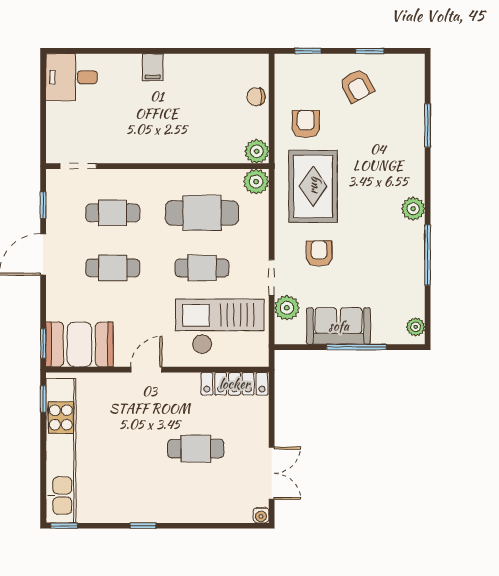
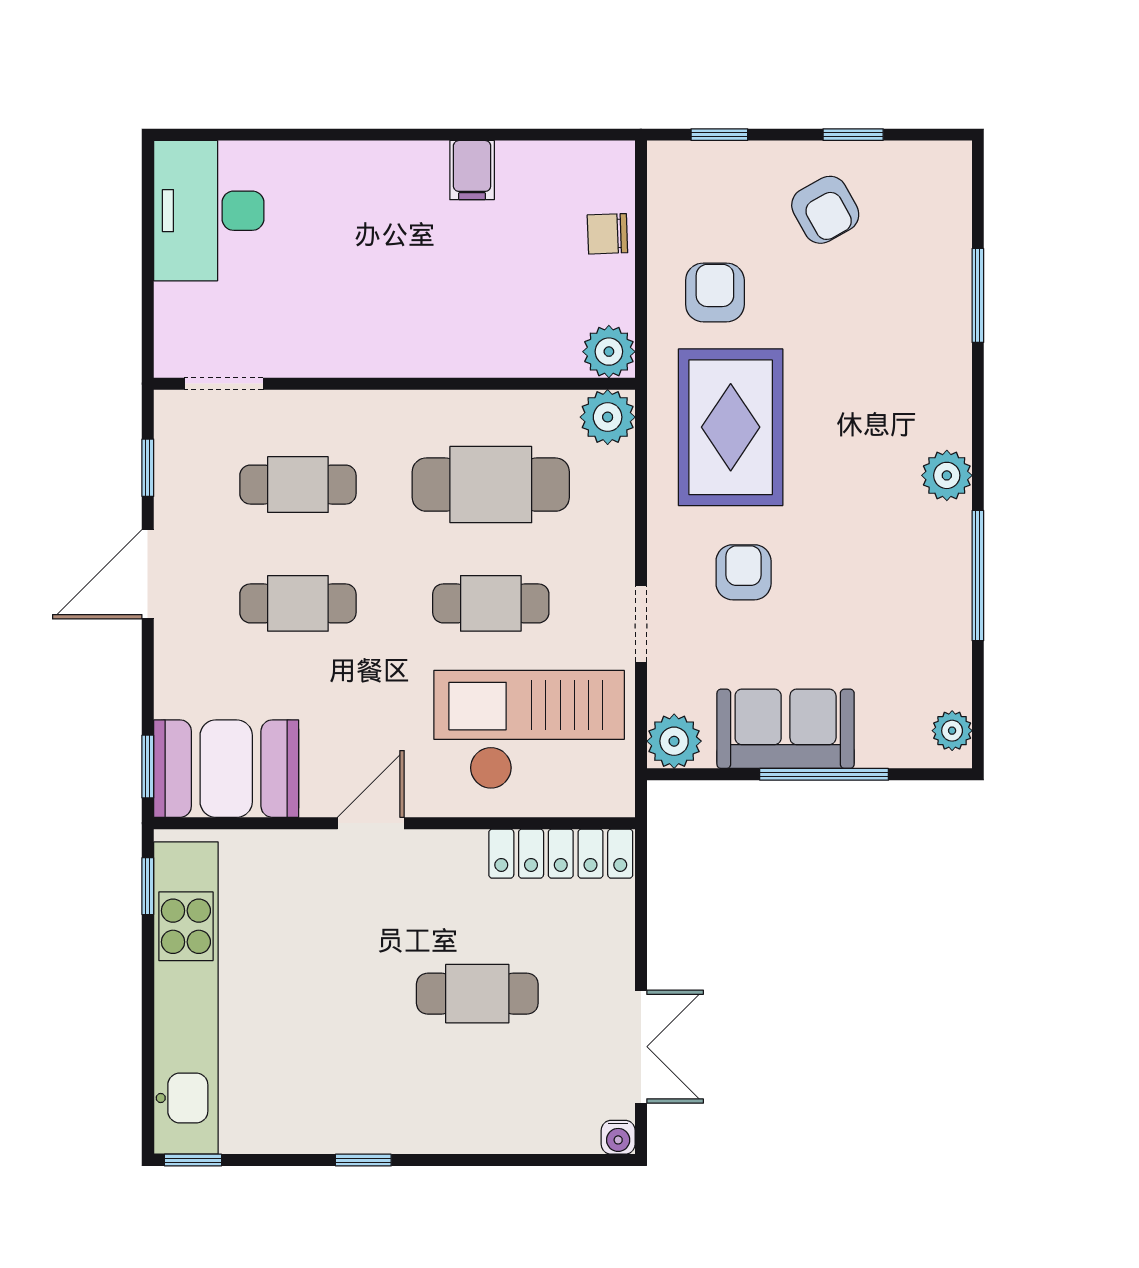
filing cabinet: (153, 67) -> (472, 170), moved
desk: (71, 77) -> (209, 211), width x1.37
plant: (287, 308) -> (674, 741), moved

